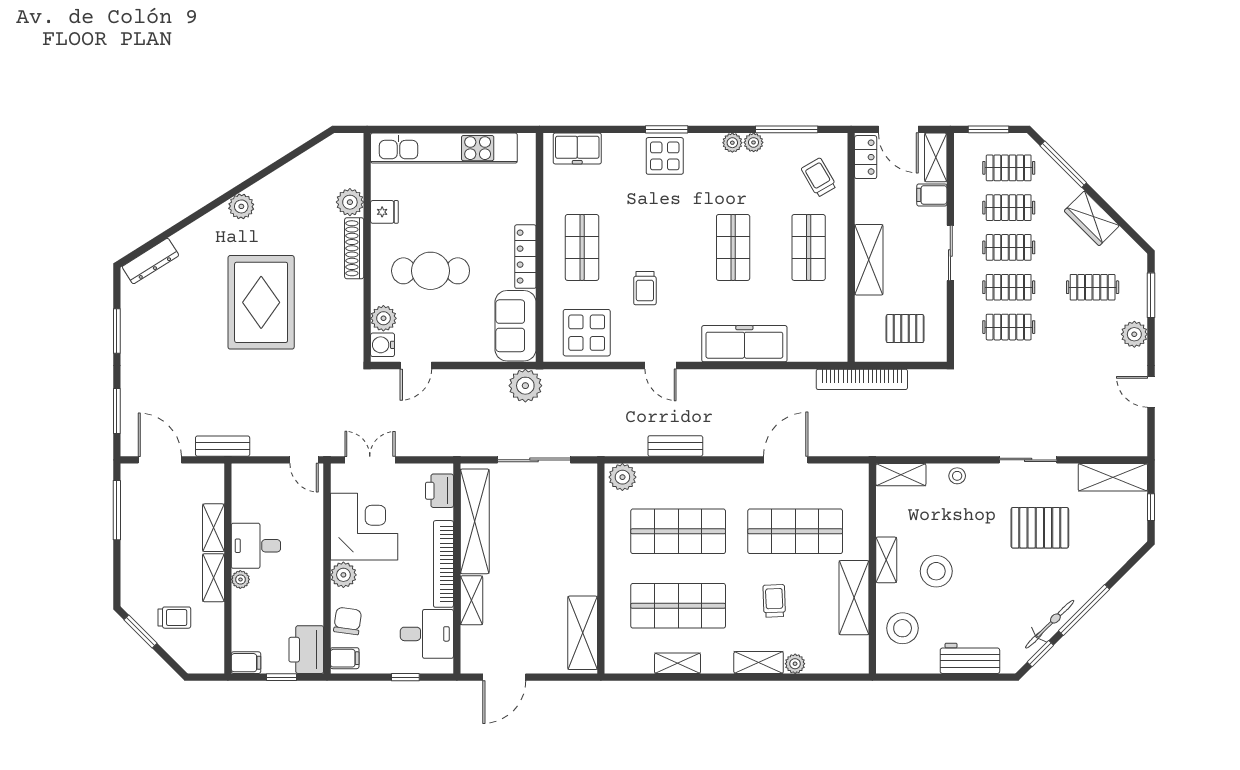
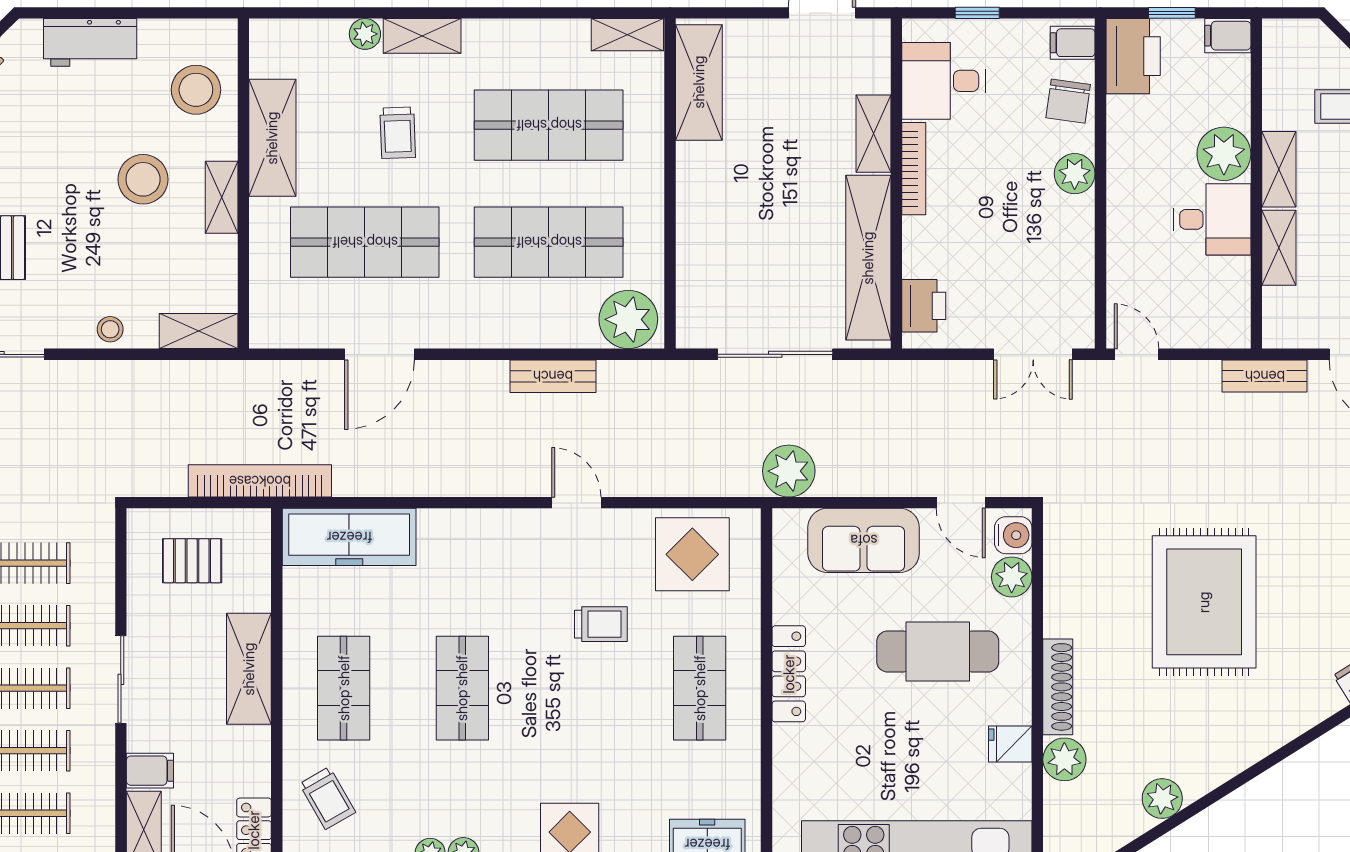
plant: (241, 206) -> (1162, 799), moved
trolley: (645, 288) -> (601, 624), turned 90
sofa: (515, 326) -> (864, 540), moved, turned 90
freezer: (744, 344) -> (349, 537), moved
door: (416, 365) -> (961, 503), swing flipped
plant: (622, 477) -> (628, 319), width x1.36, depth x1.36
corner desk: (364, 527) -> (1042, 249), removed
bookcase: (443, 564) -> (914, 169), width x0.68, depth x0.76
plant: (240, 579) -> (1224, 154), width x1.87, depth x1.87
shelving: (677, 663) -> (627, 35), moved

